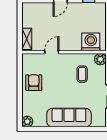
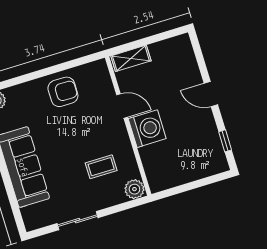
washing machine: (91, 42) -> (147, 129), moved

